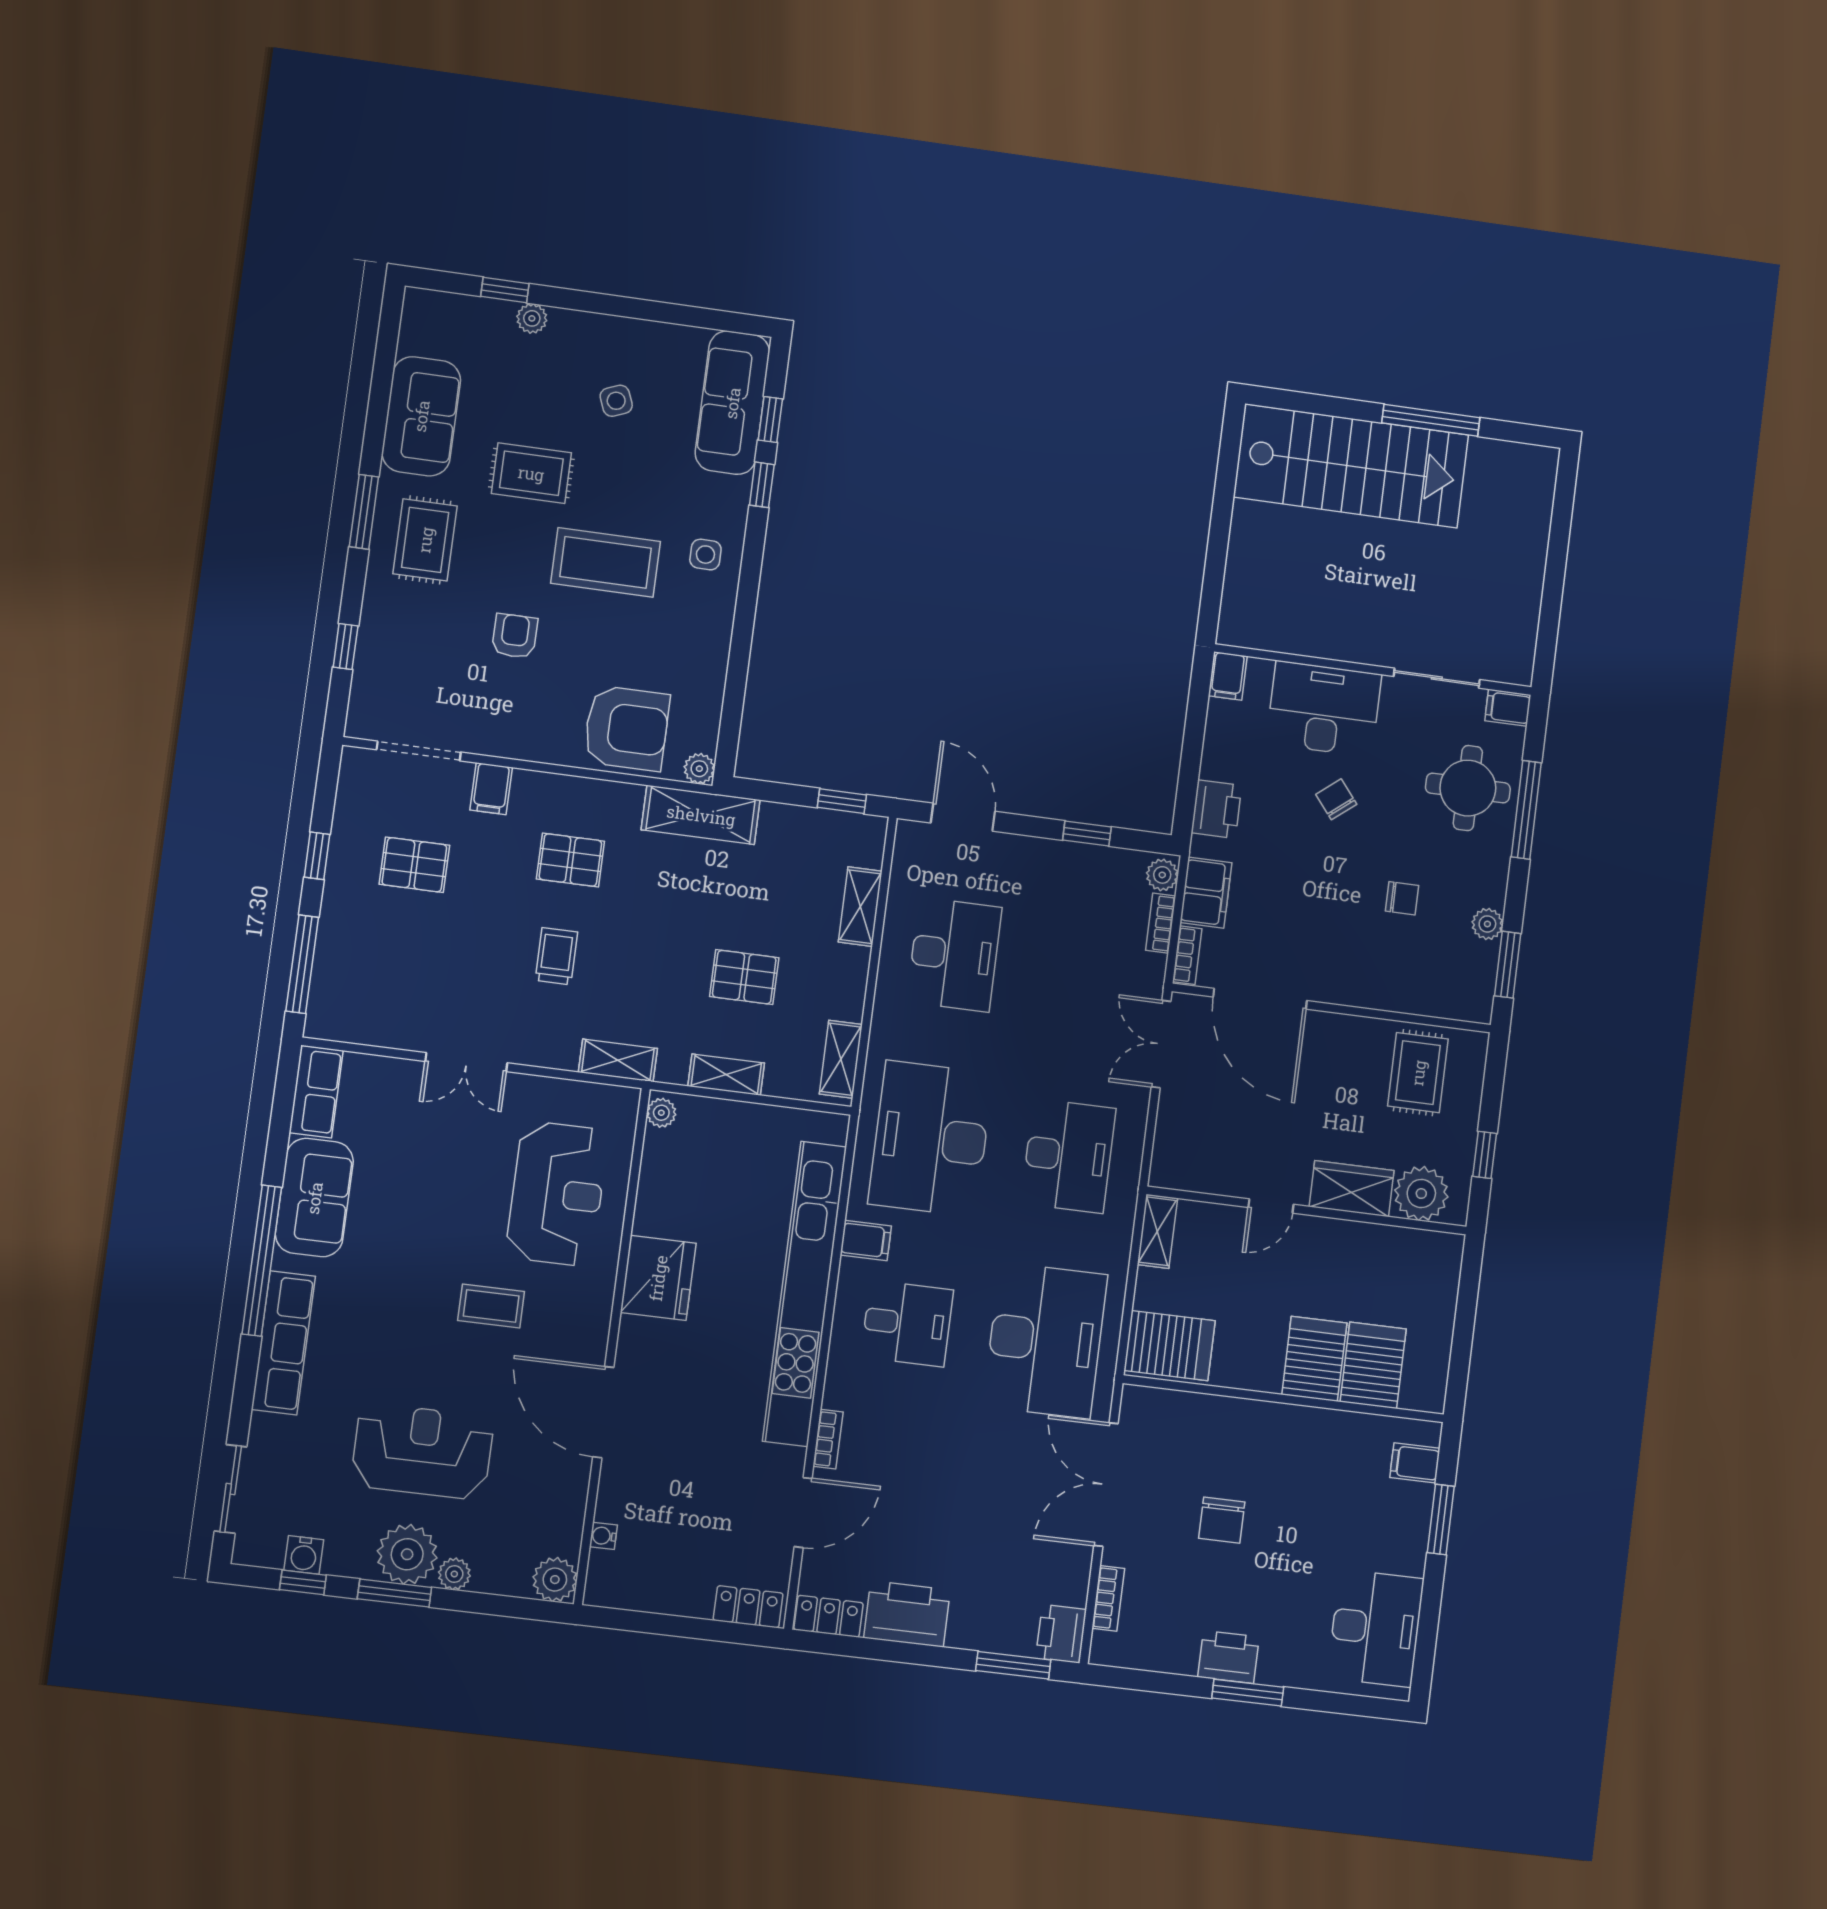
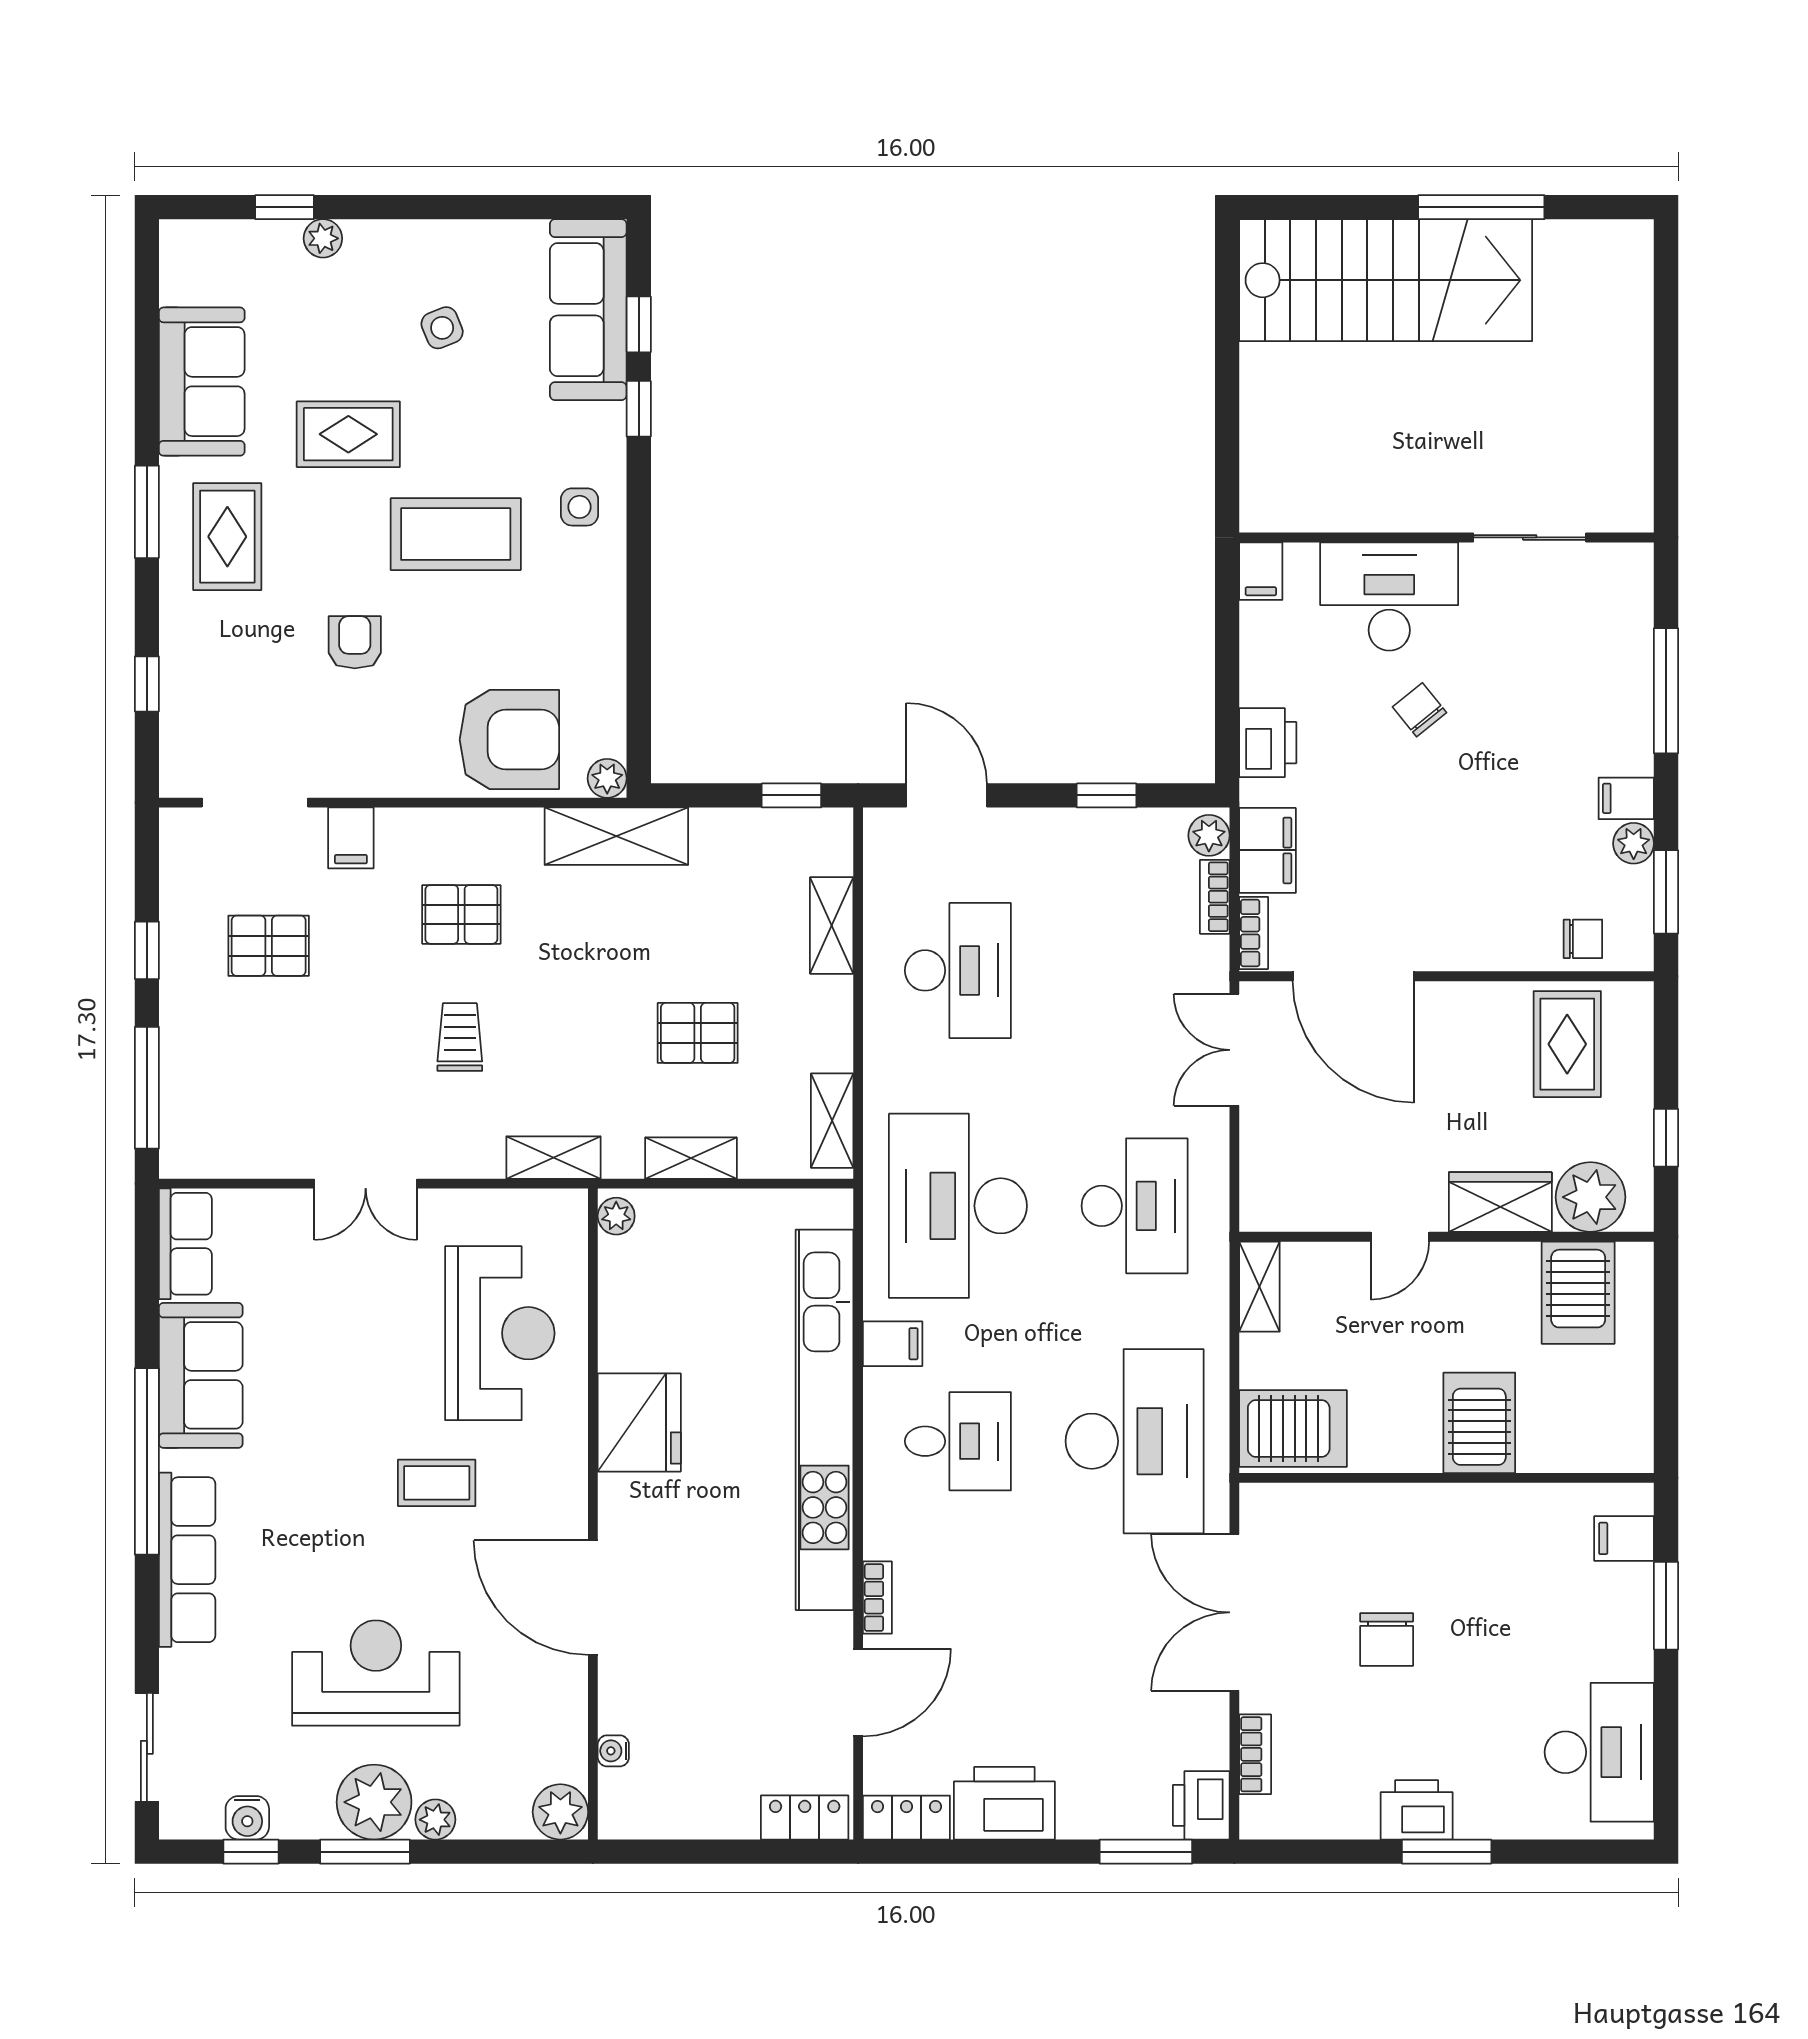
filing cabinet: (1508, 708) -> (1626, 798), moved
round table: (1468, 788) -> (1587, 673), removed
chair: (1402, 898) -> (1583, 939), moved
server rack: (1373, 1365) -> (1578, 1293), moved, turned 180

